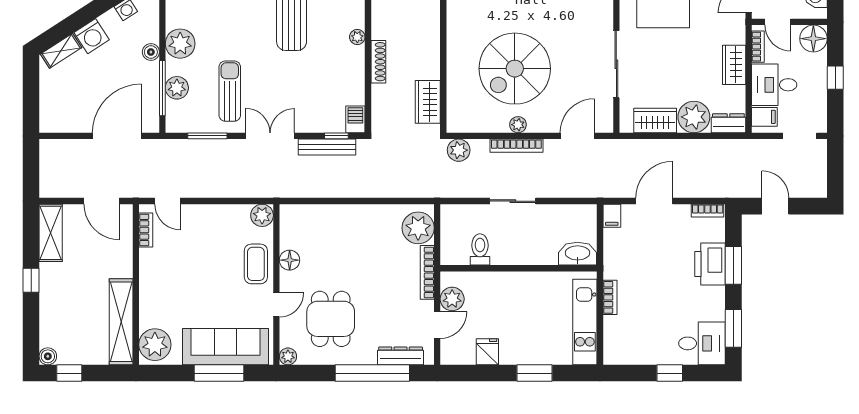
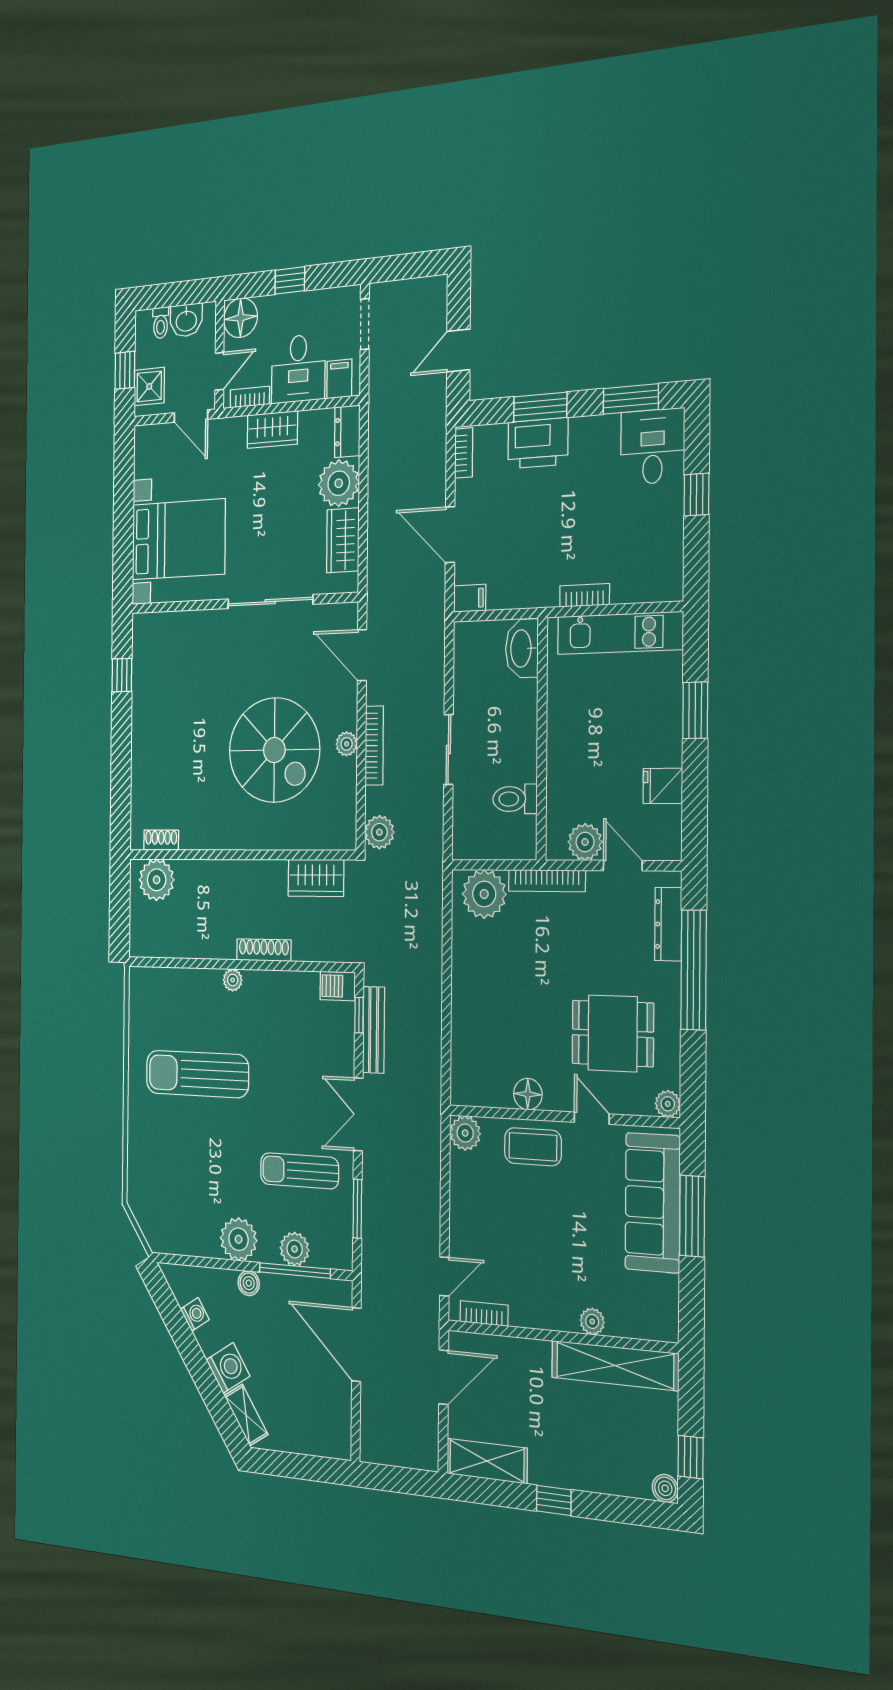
plant: (155, 345) -> (592, 1321), moved, width x0.53, depth x0.53

